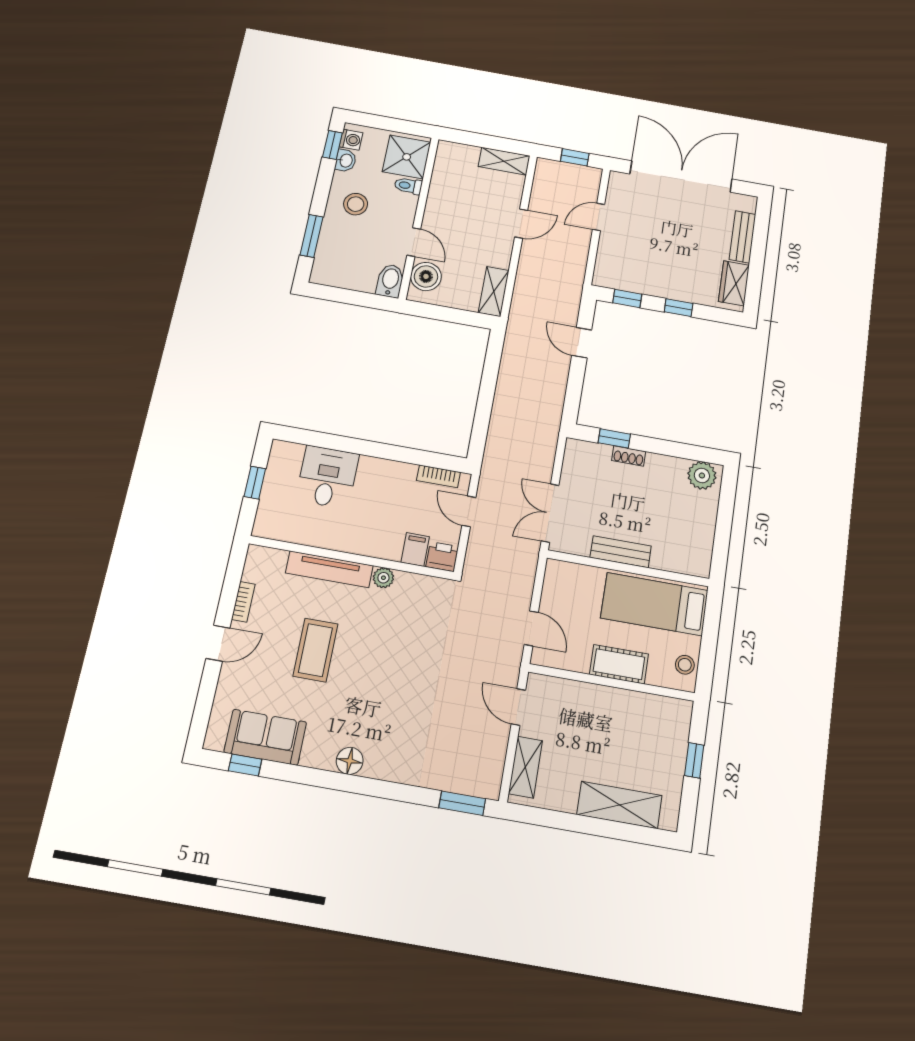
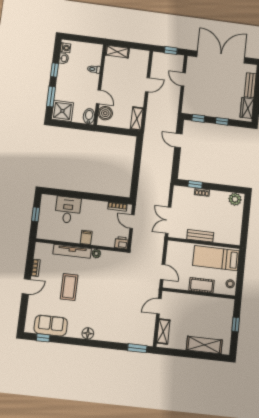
window: (332, 145) -> (54, 70), moved
shower: (407, 157) -> (62, 111), moved
shelving: (504, 161) -> (117, 52), moved
stool: (356, 204) -> (70, 80), removed
door: (599, 217) -> (183, 79), hinge flipped
filing cabinet: (415, 549) -> (86, 237), moved
door: (518, 707) -> (159, 306), hinge flipped

